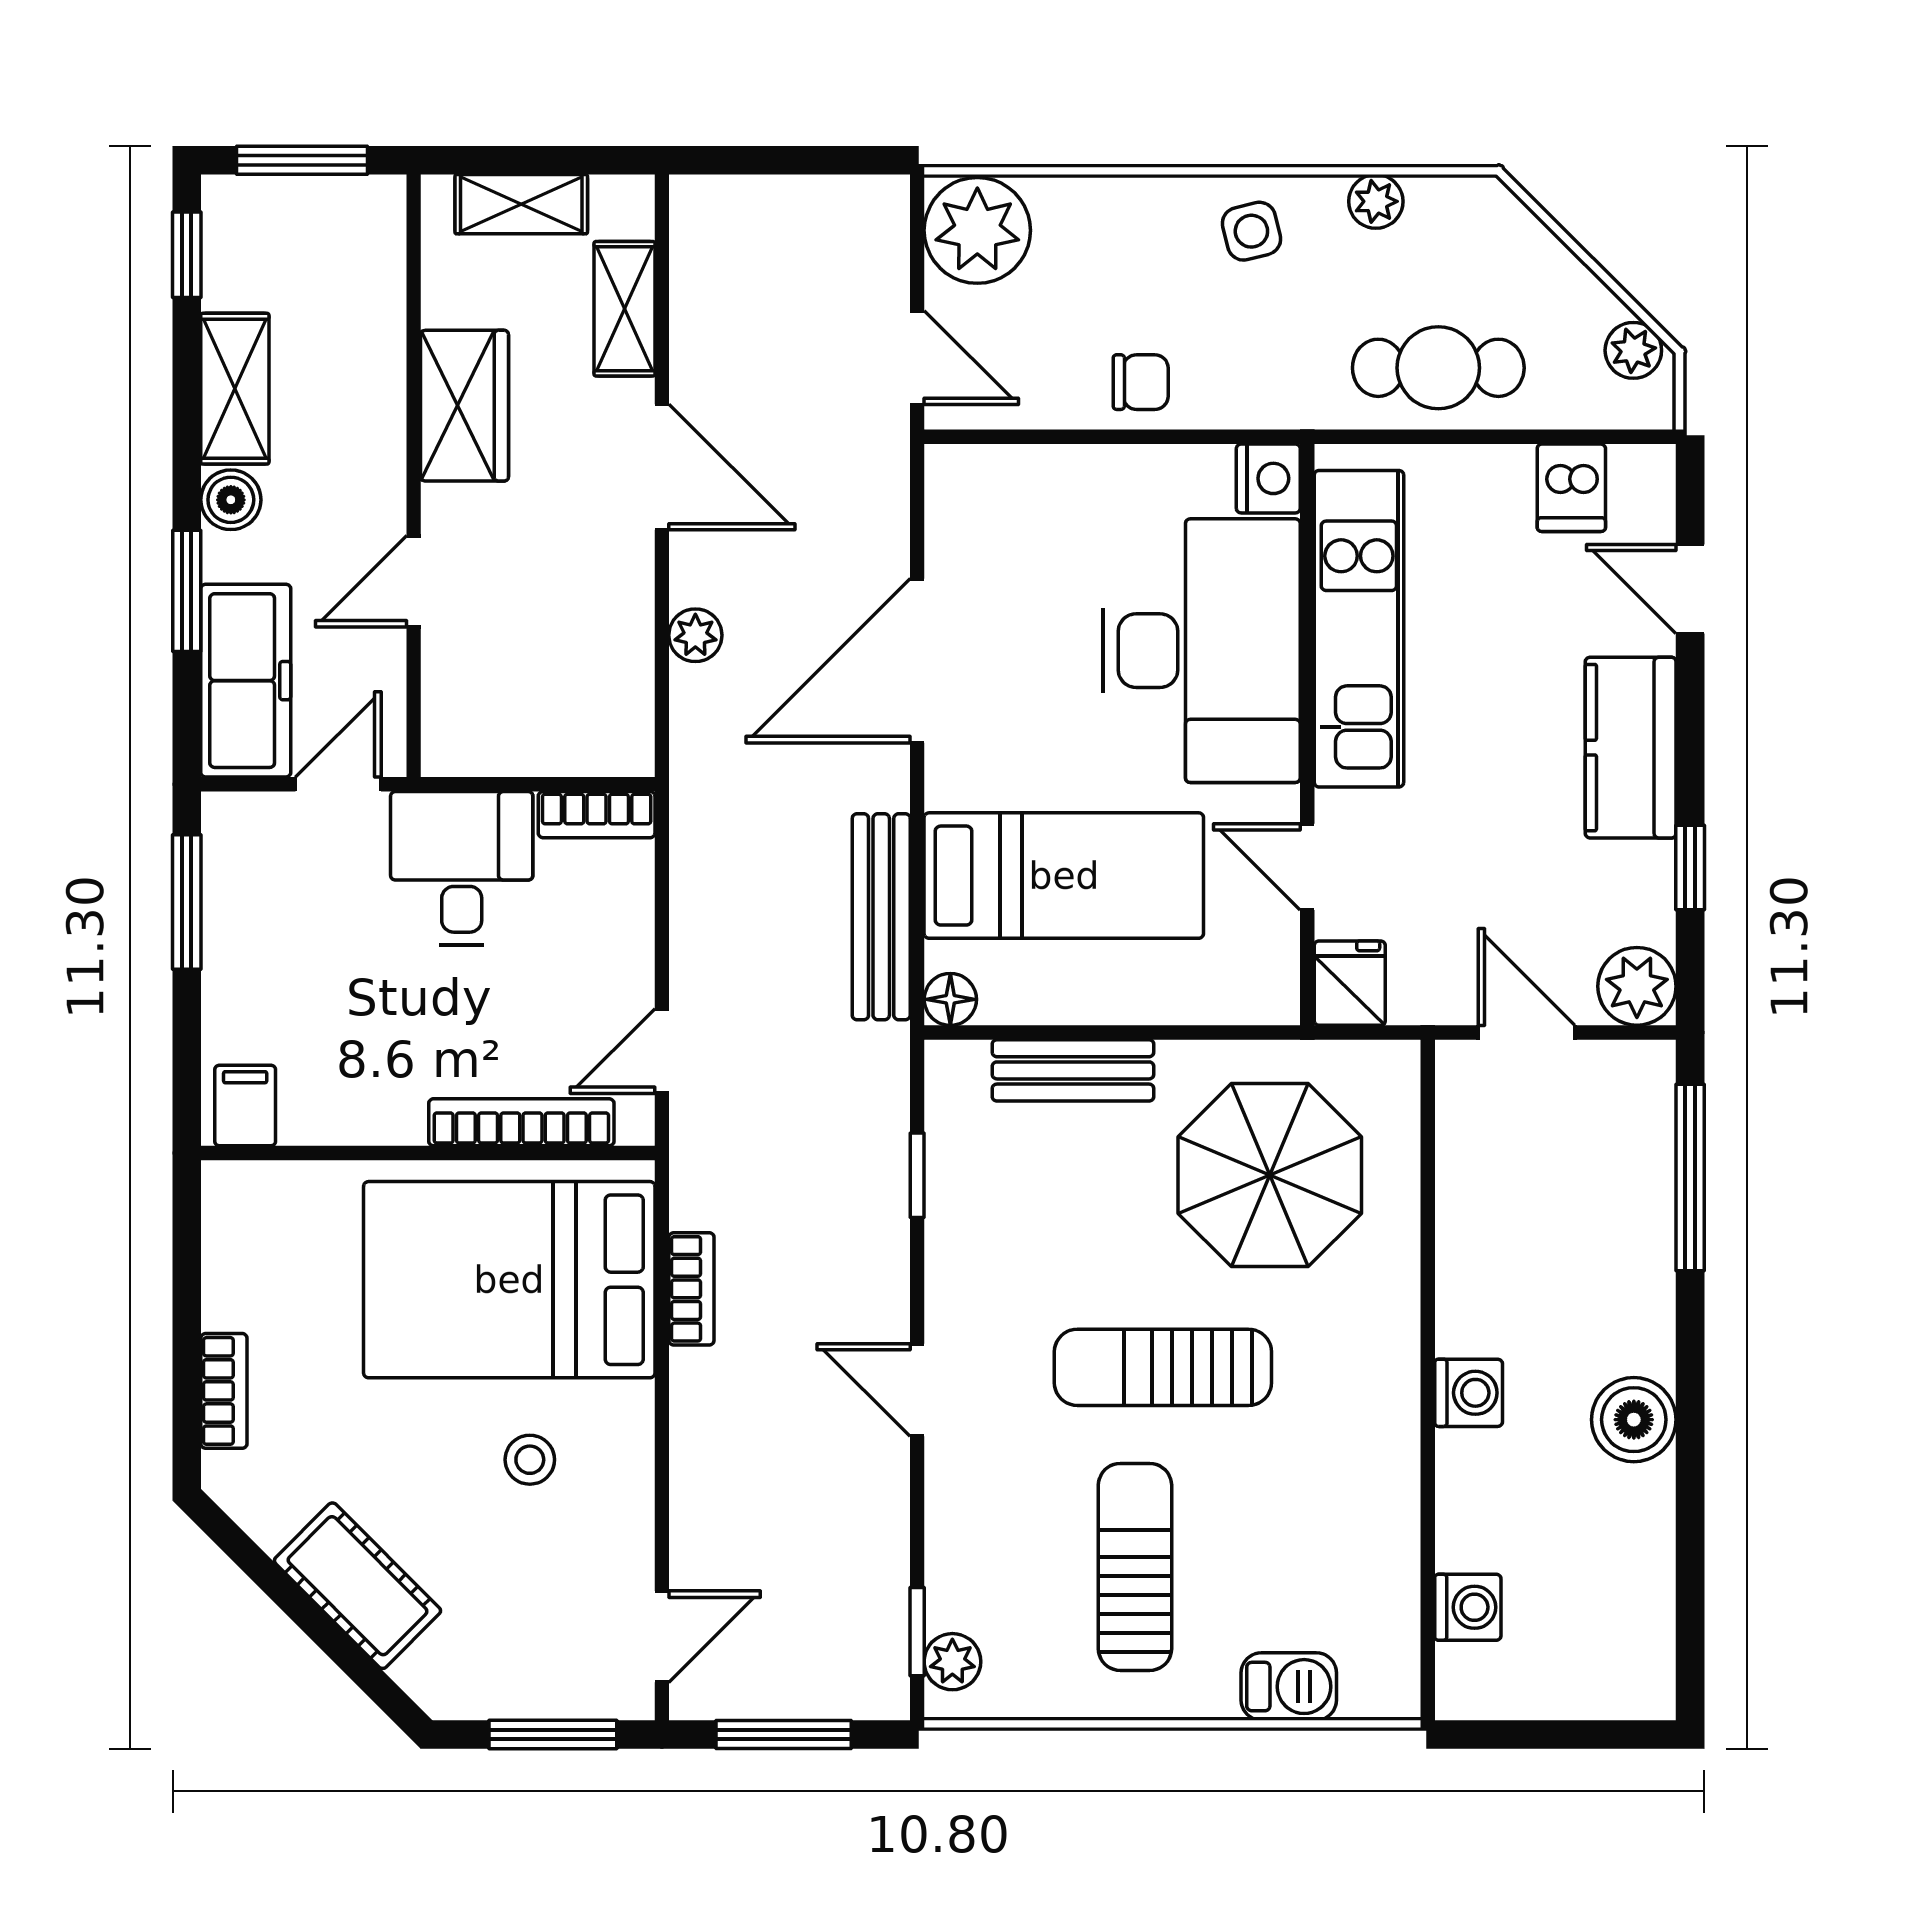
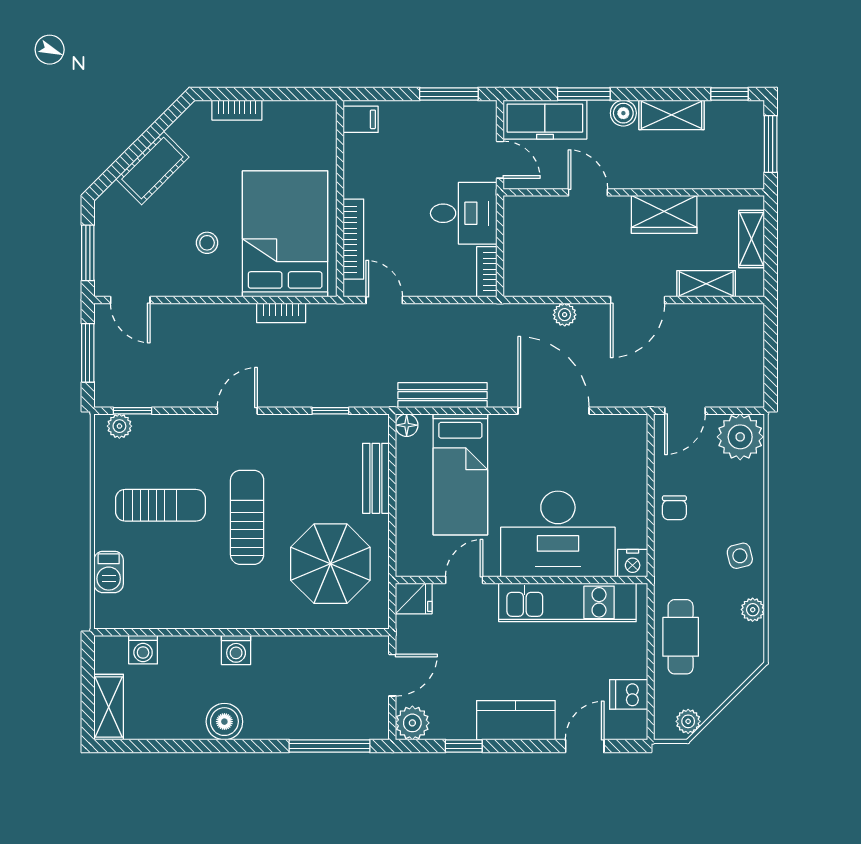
shelving: (1600, 1686) -> (109, 707), added

